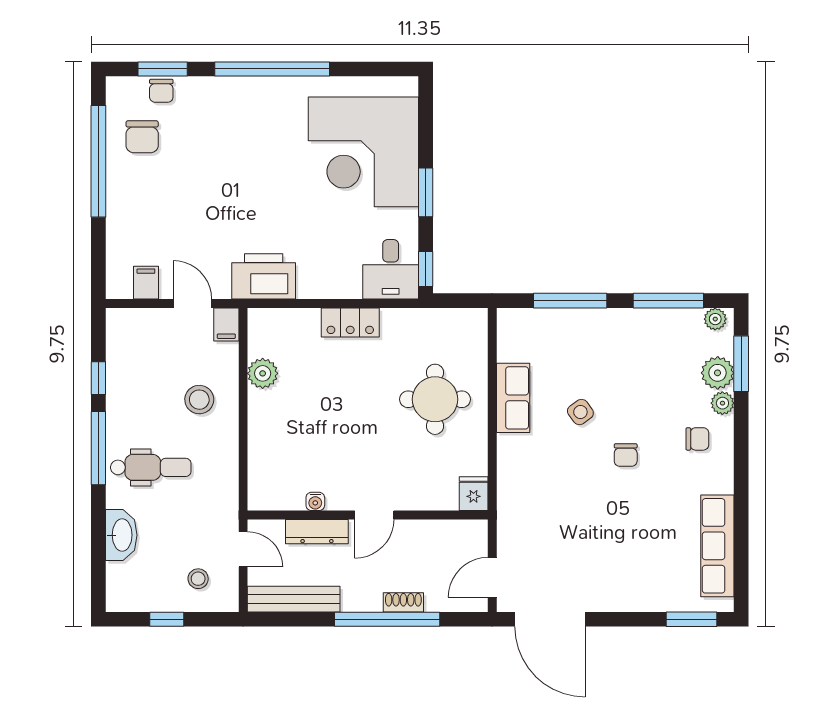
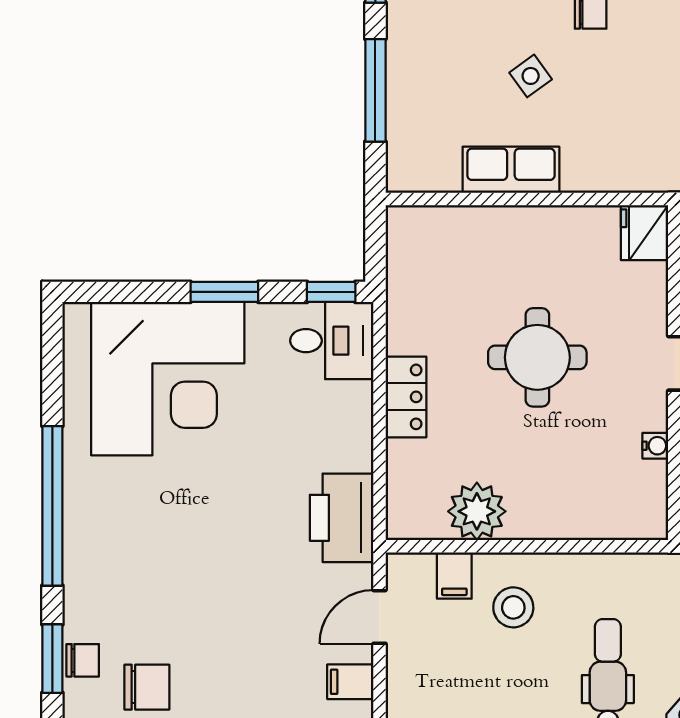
filing cabinet: (226, 325) -> (454, 576), moved, turned 90
plant: (263, 373) -> (477, 511), width x1.36, depth x1.36
round table: (435, 399) -> (537, 357), moved
fridge: (474, 494) -> (644, 233), width x1.38

